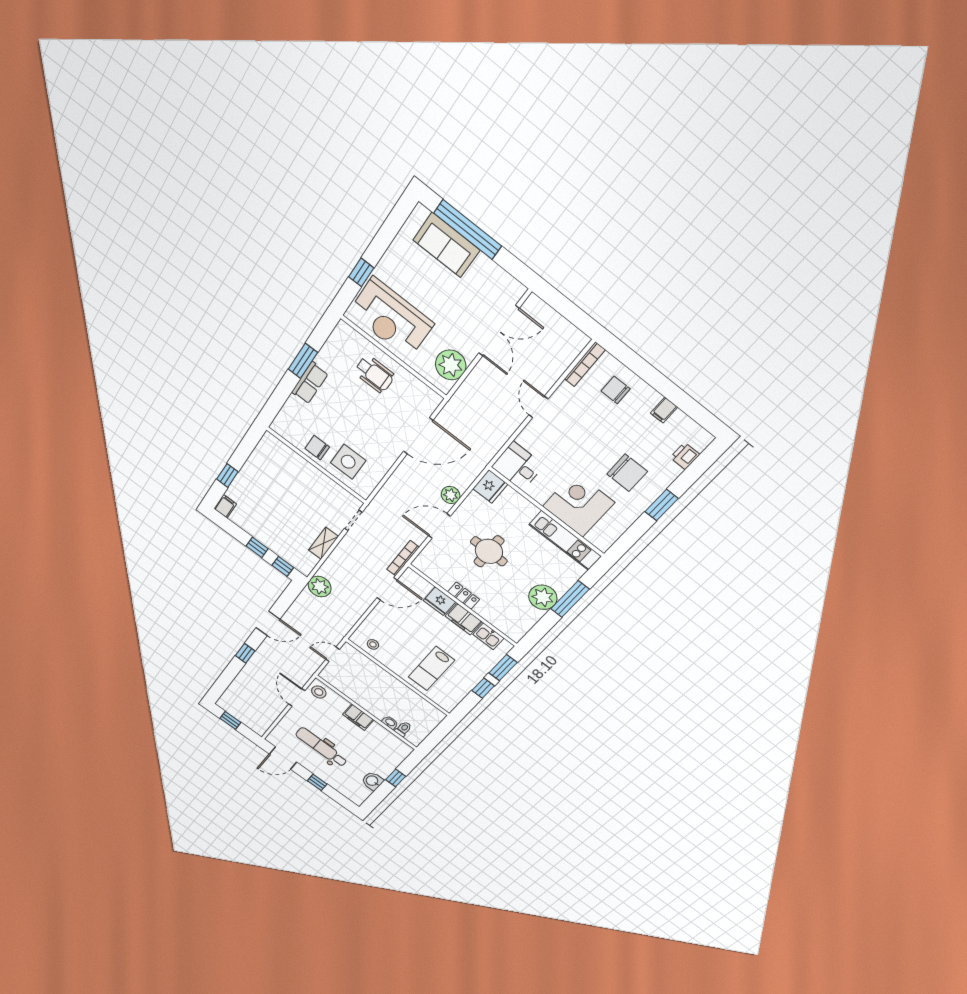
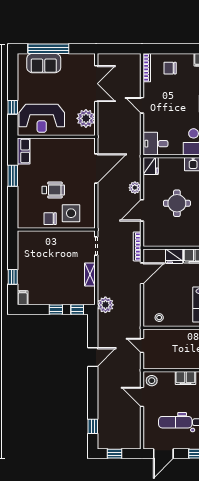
wheelchair: (374, 374) -> (53, 190), moved
row of seats: (310, 383) -> (24, 151), moved
locker: (464, 596) -> (184, 241), removed
window: (245, 653) -> (93, 426), moved
door: (333, 654) -> (142, 345), hinge flipped

